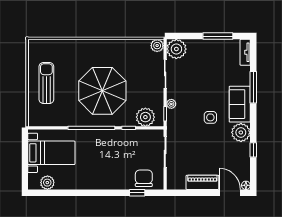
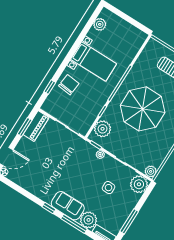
side table: (210, 117) -> (109, 188), moved
plant: (241, 132) -> (89, 220), moved
window: (253, 150) -> (49, 208), moved
bed with nightstands: (51, 153) -> (94, 61), moved, turned -90
chair: (144, 178) -> (69, 85), moved, turned -84
piano: (202, 182) -> (36, 126), moved
window: (191, 193) -> (25, 127), added

